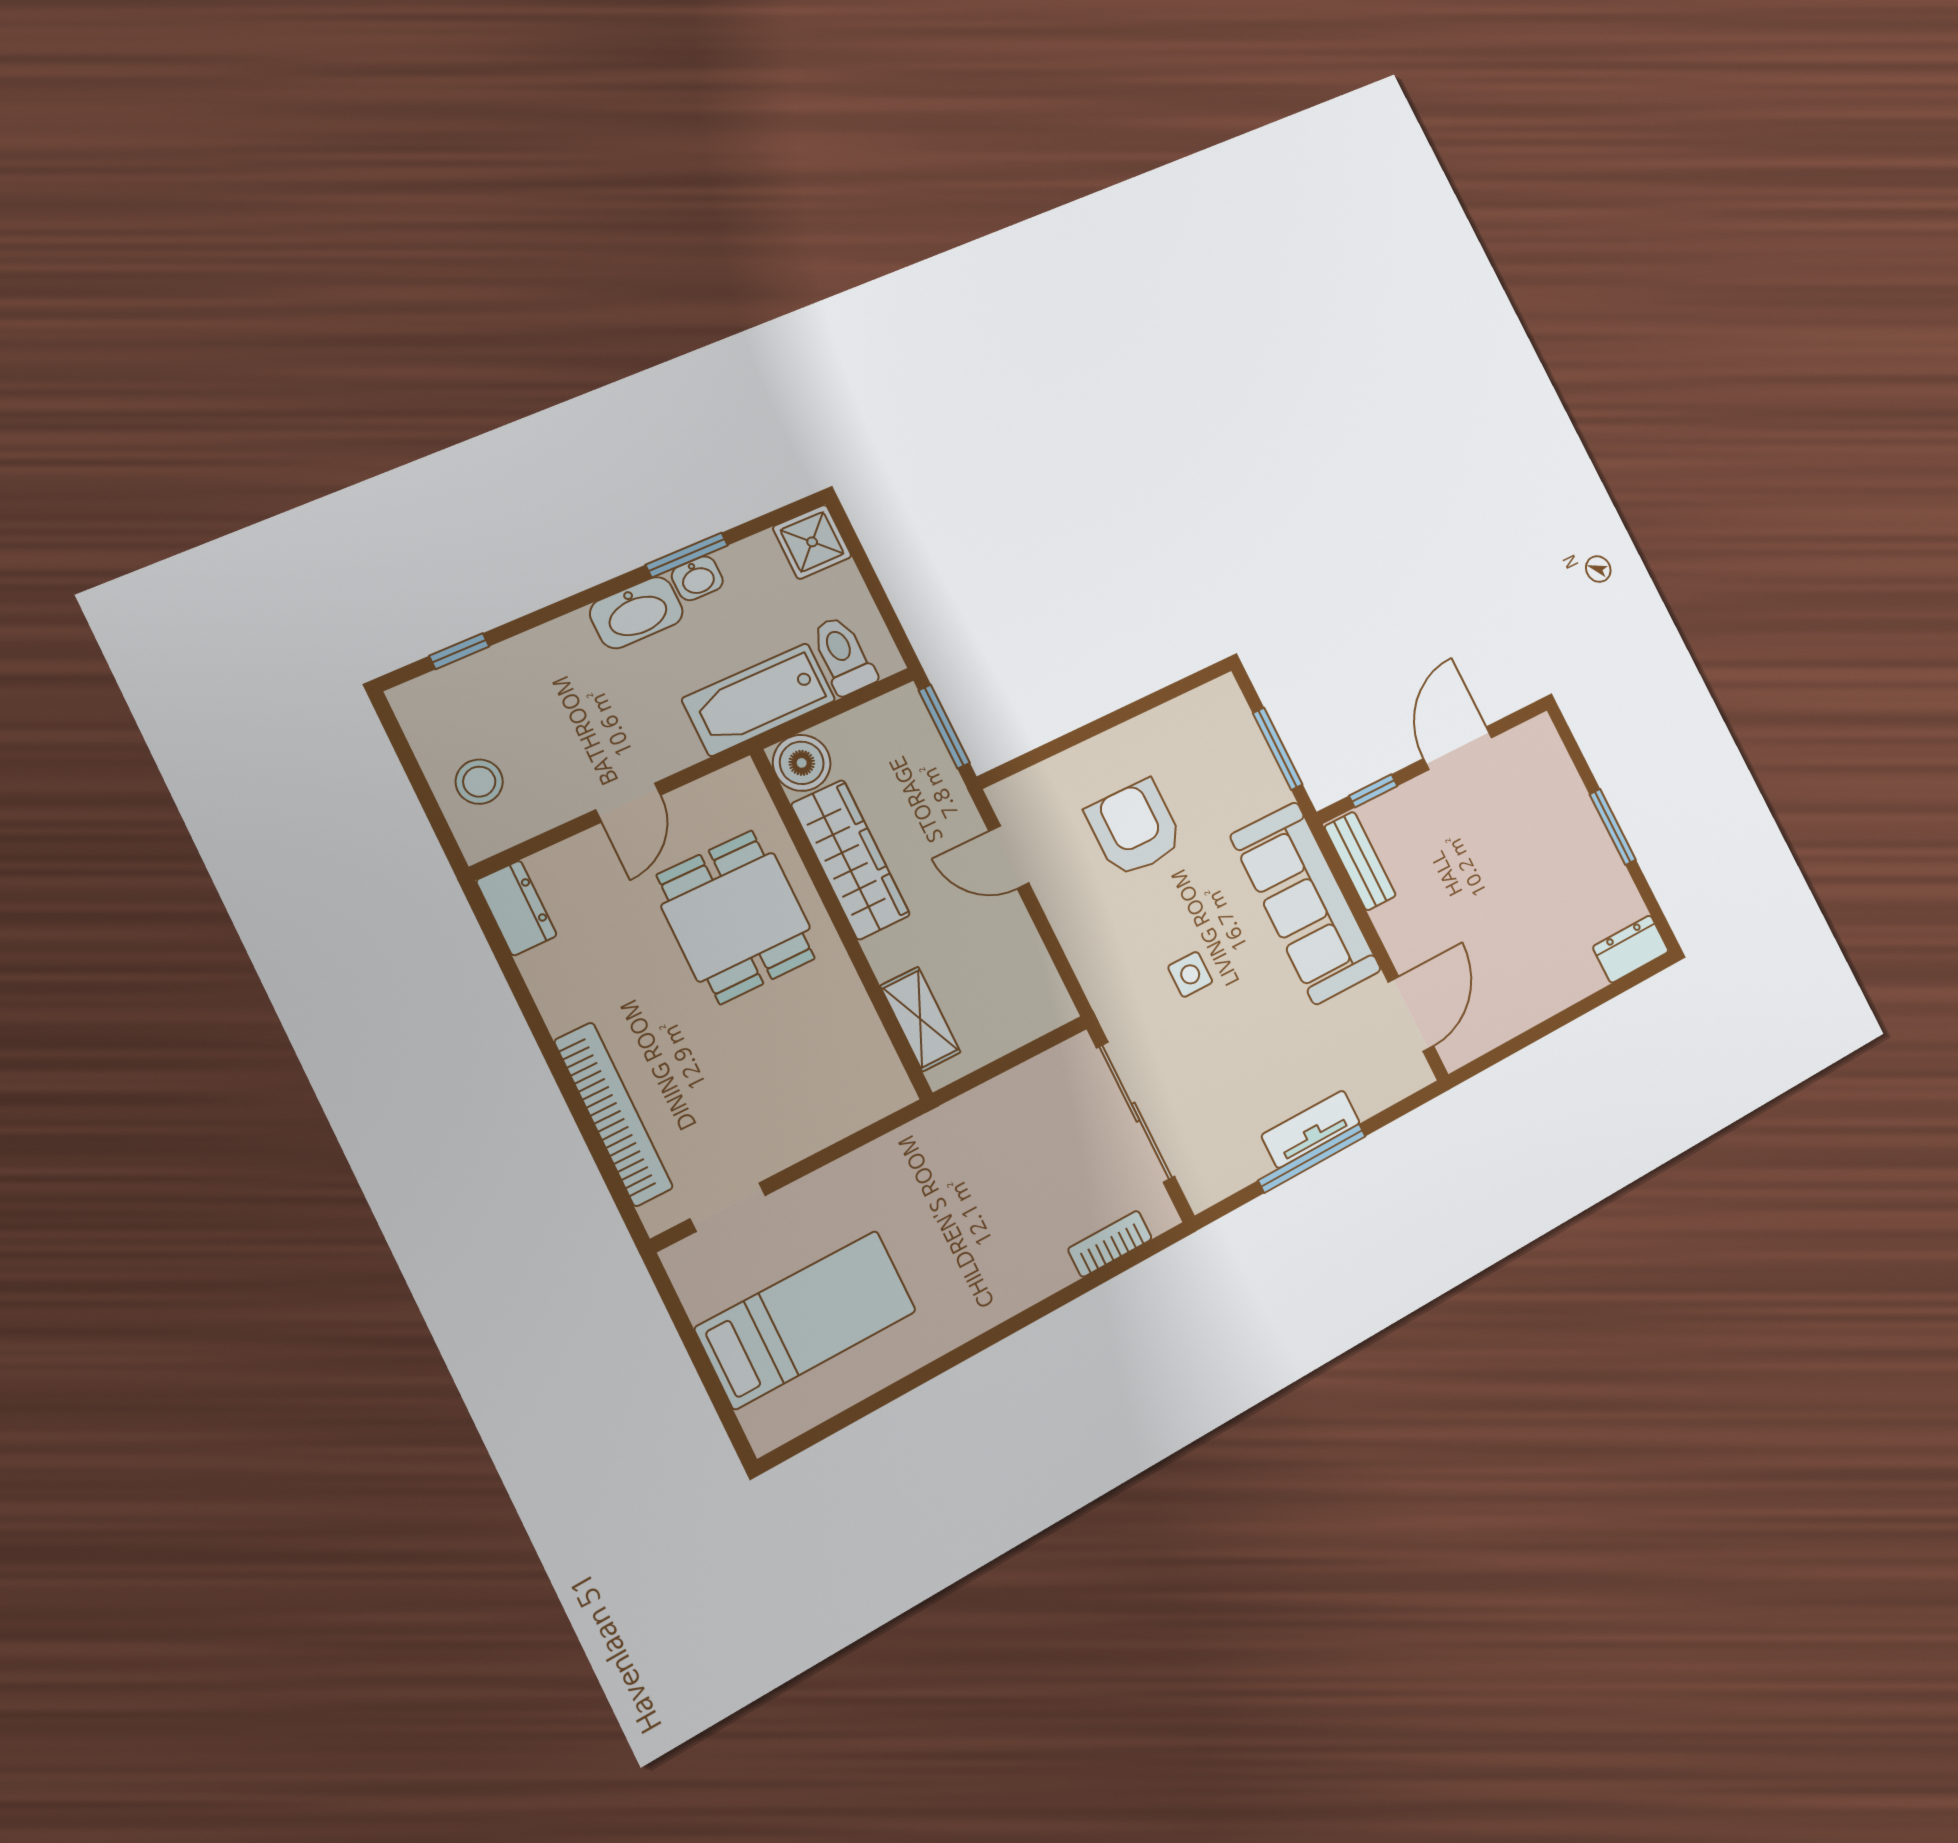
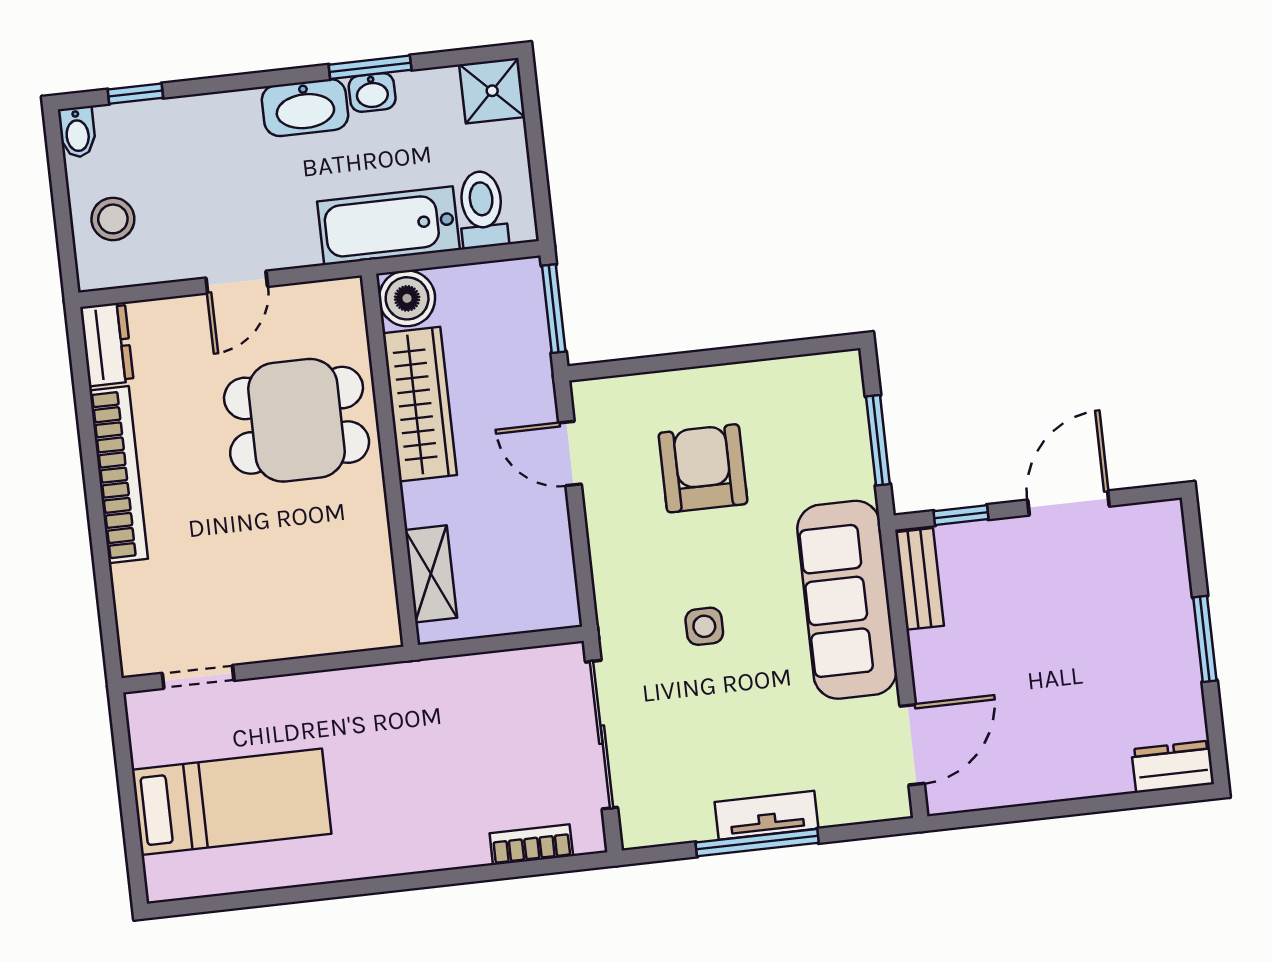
bidet: (412, 708) -> (77, 132), added
dining table: (736, 917) -> (297, 420), turned 90
bookcase: (614, 1114) -> (119, 475), moved

